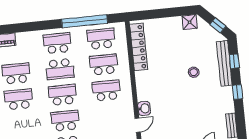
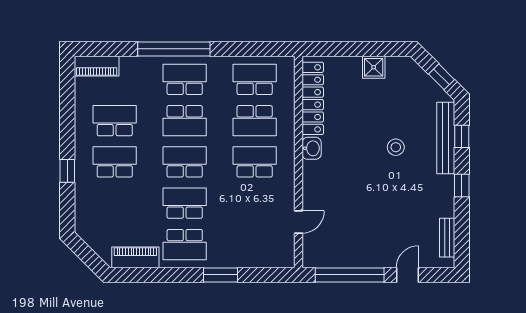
window: (84, 21) -> (174, 49), moved
shower: (190, 22) -> (374, 67), moved
school desk: (104, 65) -> (255, 121), turned 180
washbasin: (144, 108) -> (312, 148), moved

